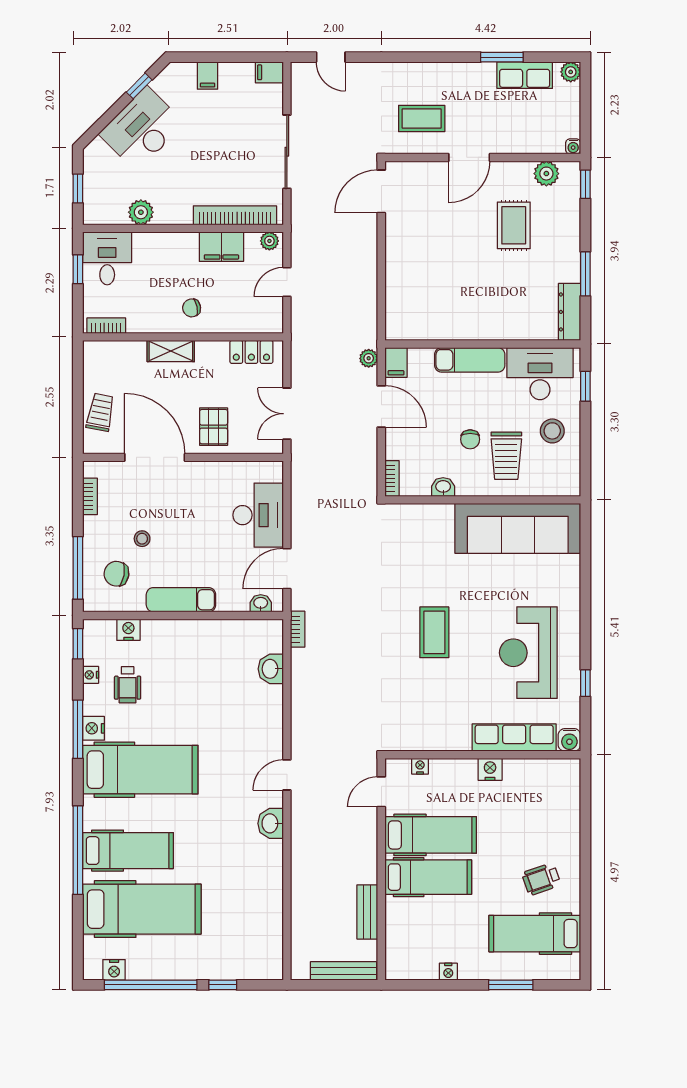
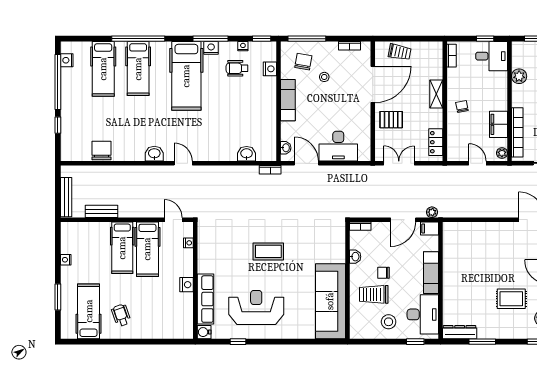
hospital bed: (142, 909) -> (103, 69), width x0.73, depth x0.78
chair: (265, 912) -> (101, 150), added

